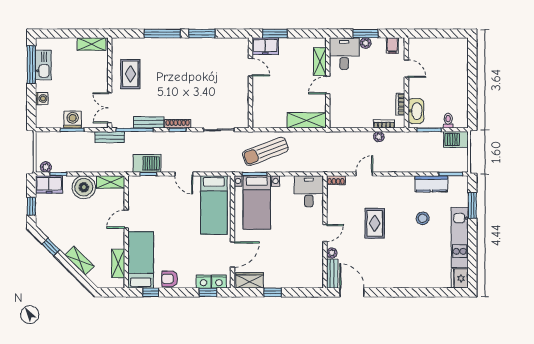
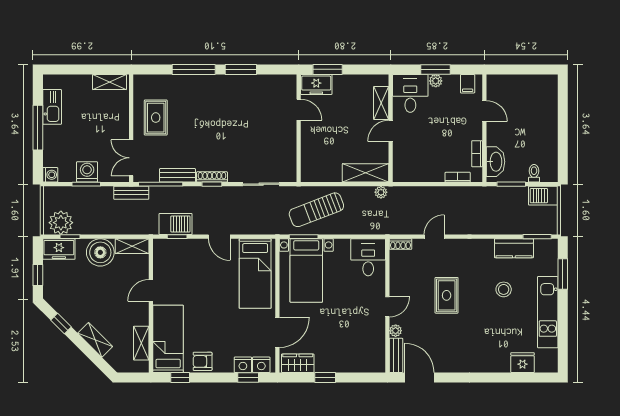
window: (31, 65) -> (38, 128), moved
washing machine: (42, 98) -> (50, 175), moved
plant: (379, 137) -> (381, 192), moved
plant: (46, 167) -> (61, 223), width x1.88, depth x1.88
fridge: (460, 278) -> (523, 363), moved, turned 90

